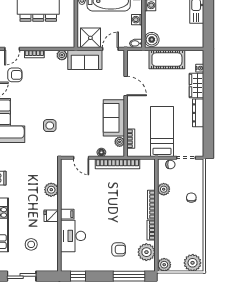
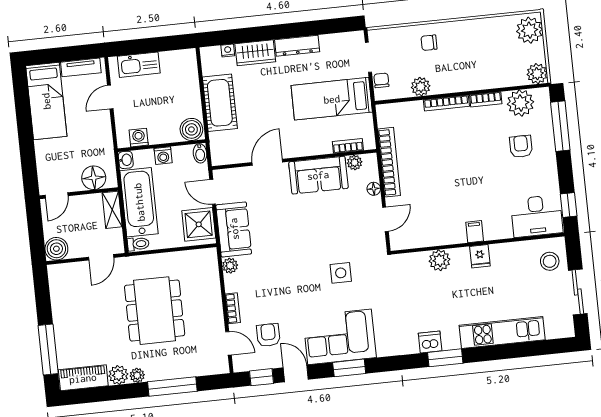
desk: (73, 236) -> (537, 216), moved
stool: (31, 244) -> (550, 261), moved

